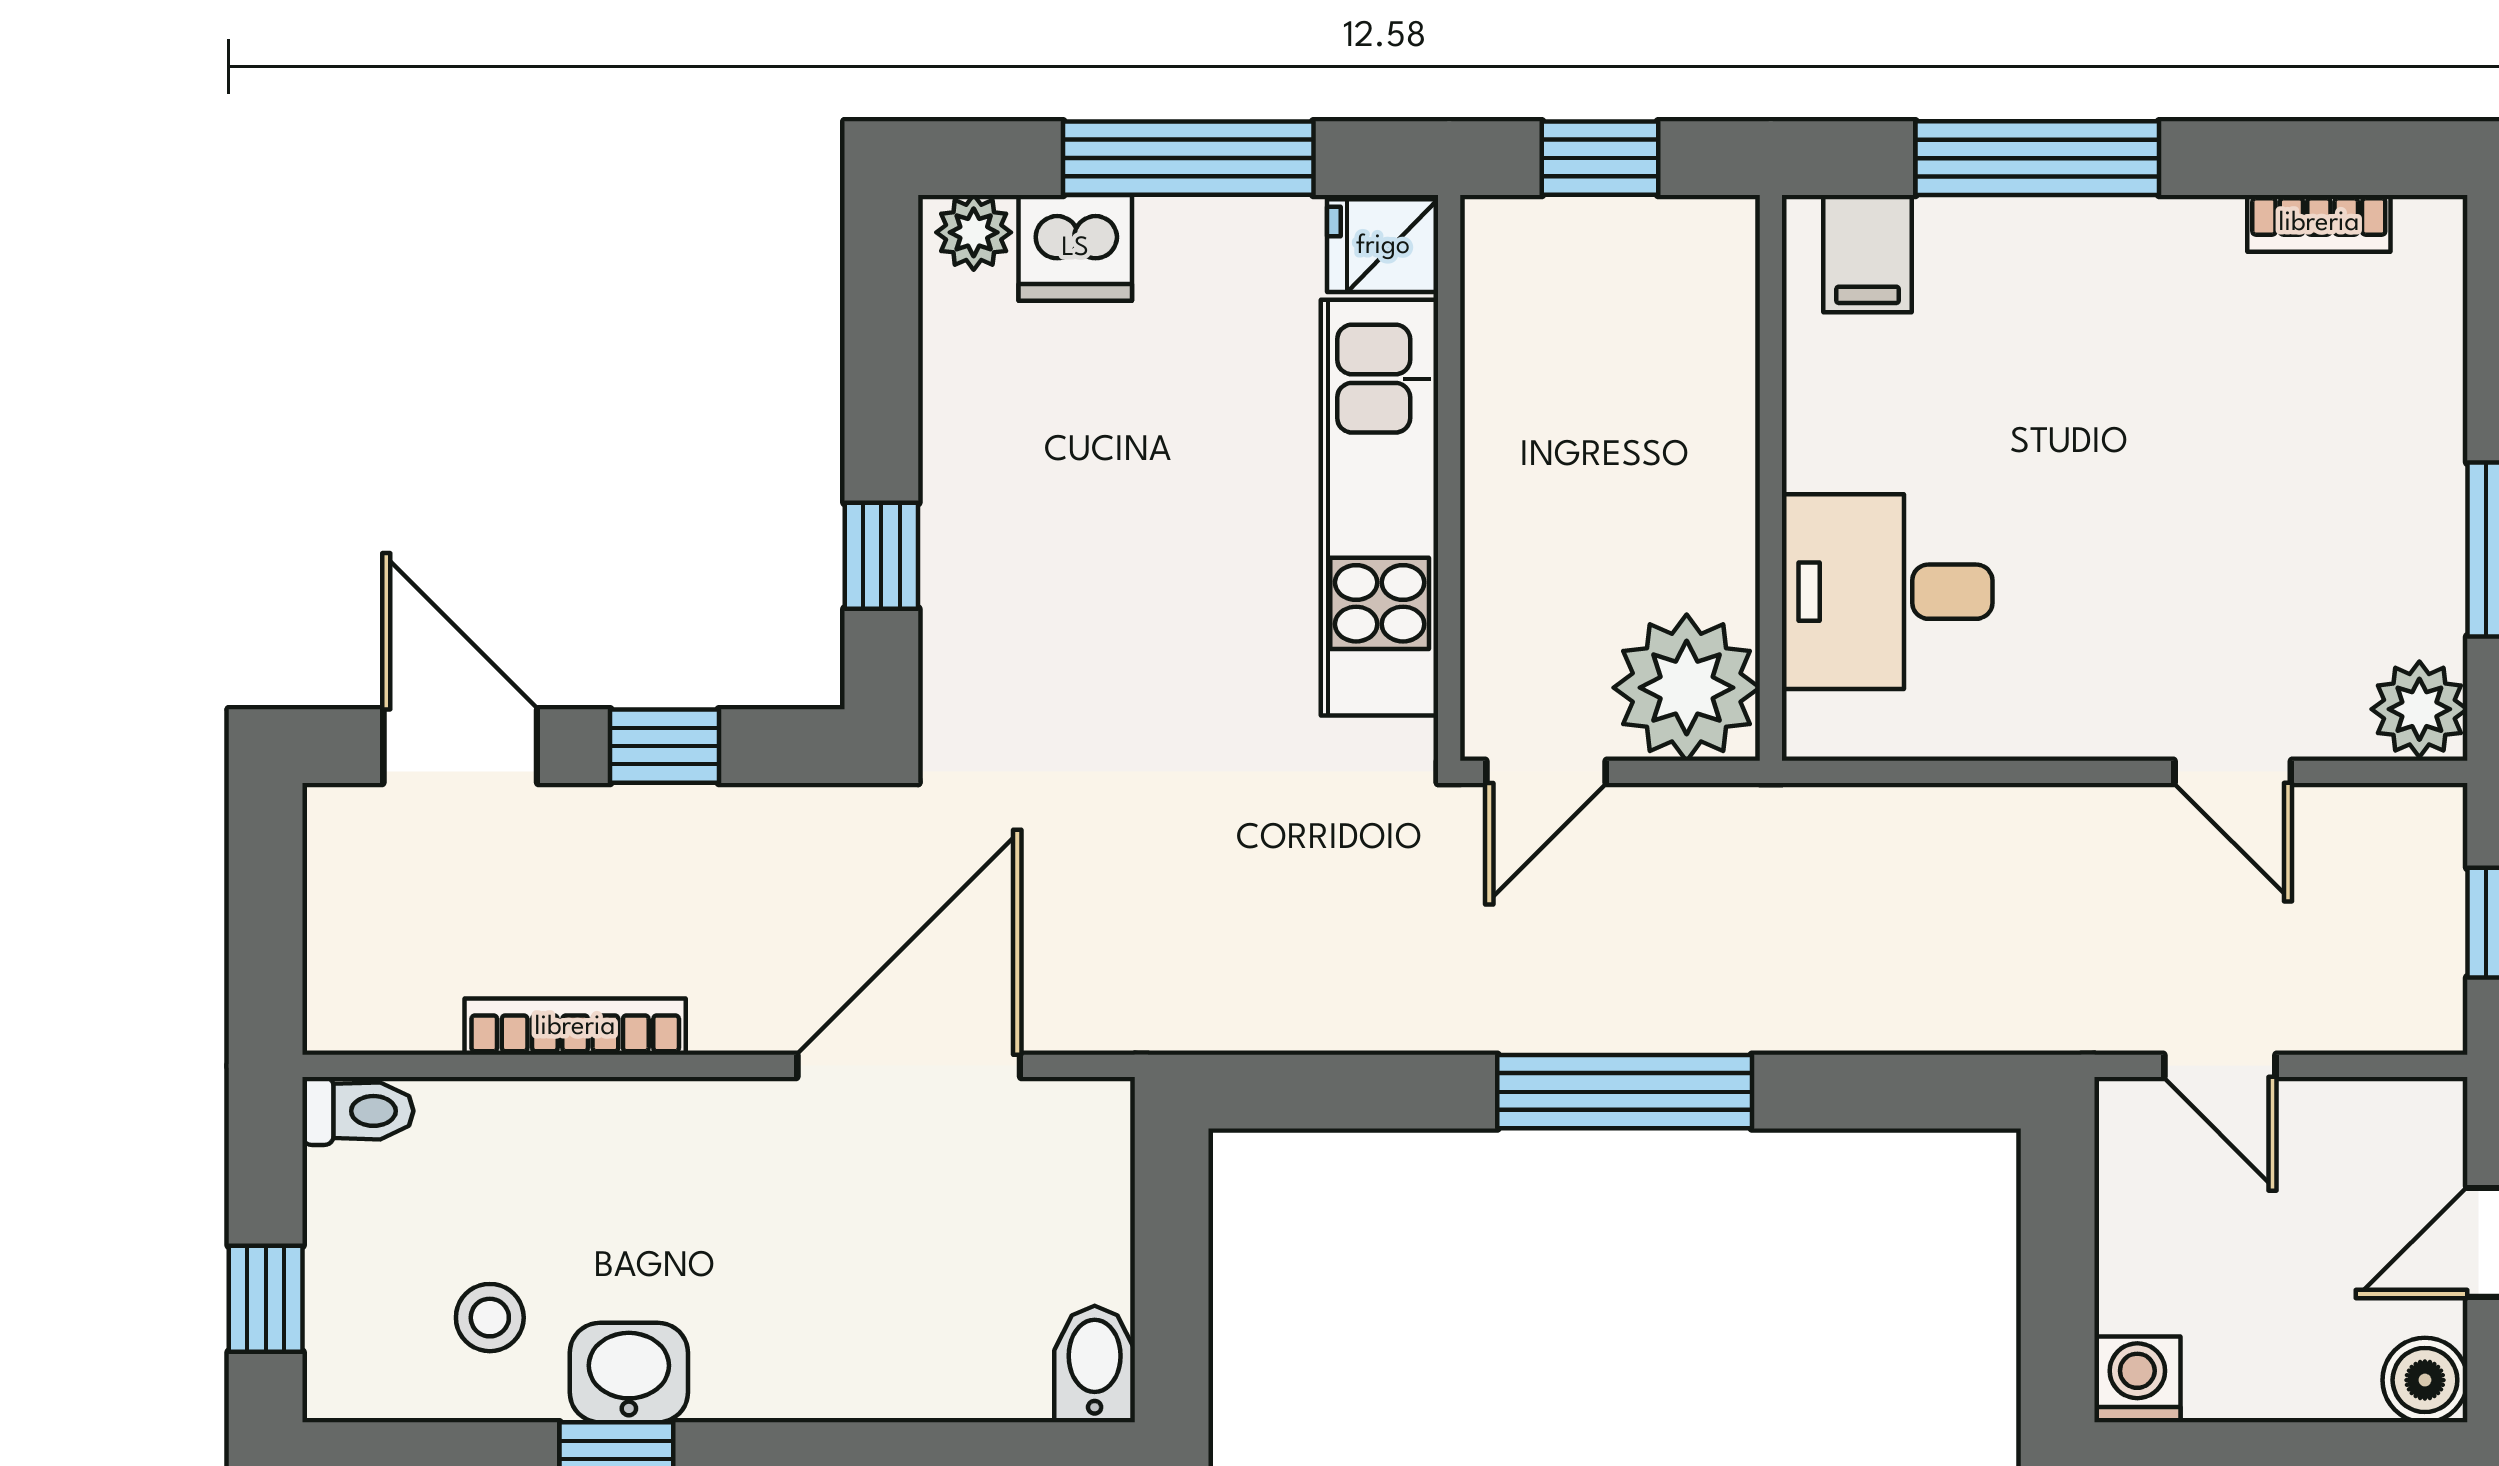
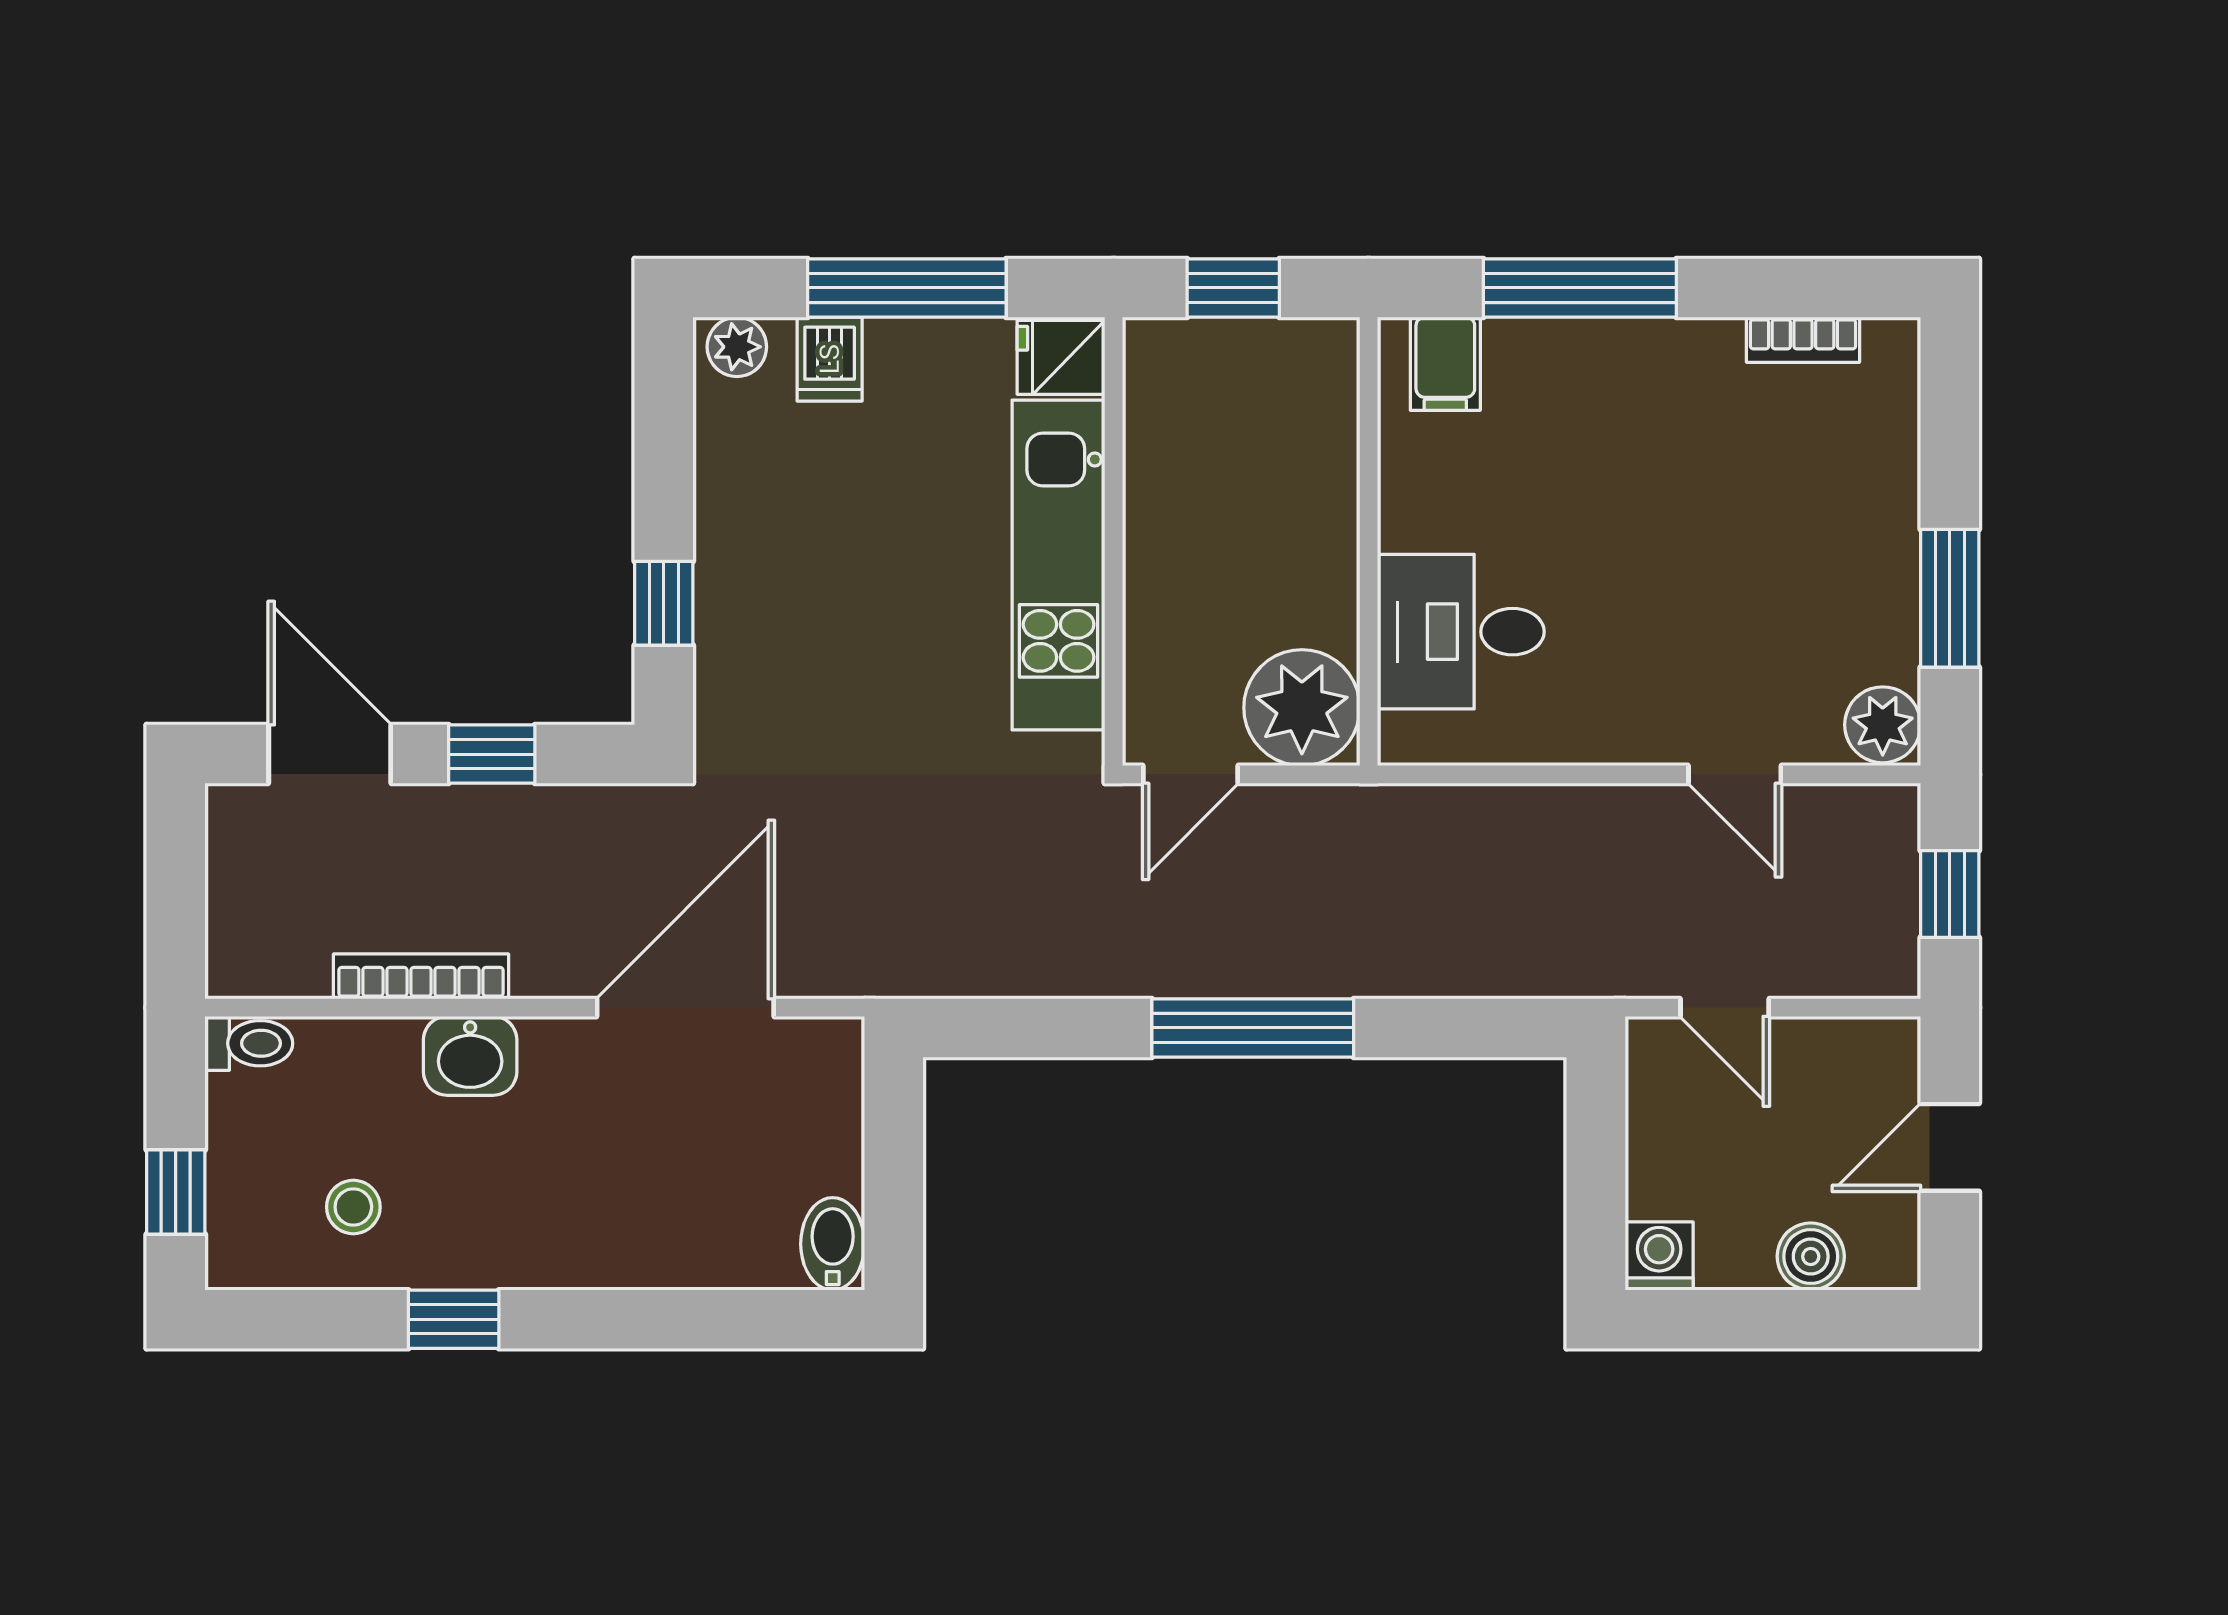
dishwasher: (1075, 248) -> (830, 359), width x0.73
washbasin: (629, 1373) -> (470, 1056), moved, turned 180
boiler: (2425, 1380) -> (1811, 1256), moved

